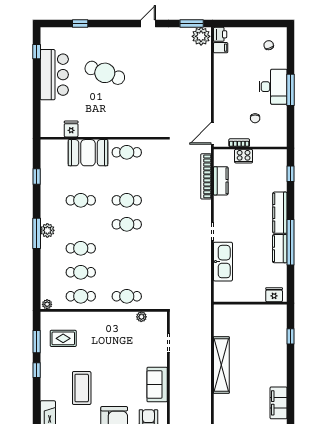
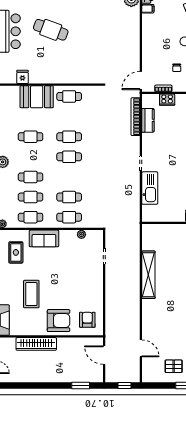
cafe table: (127, 272) -> (69, 197), added
rug: (63, 338) -> (16, 252), turned 90
sofa: (157, 384) -> (44, 238), moved, turned -90

